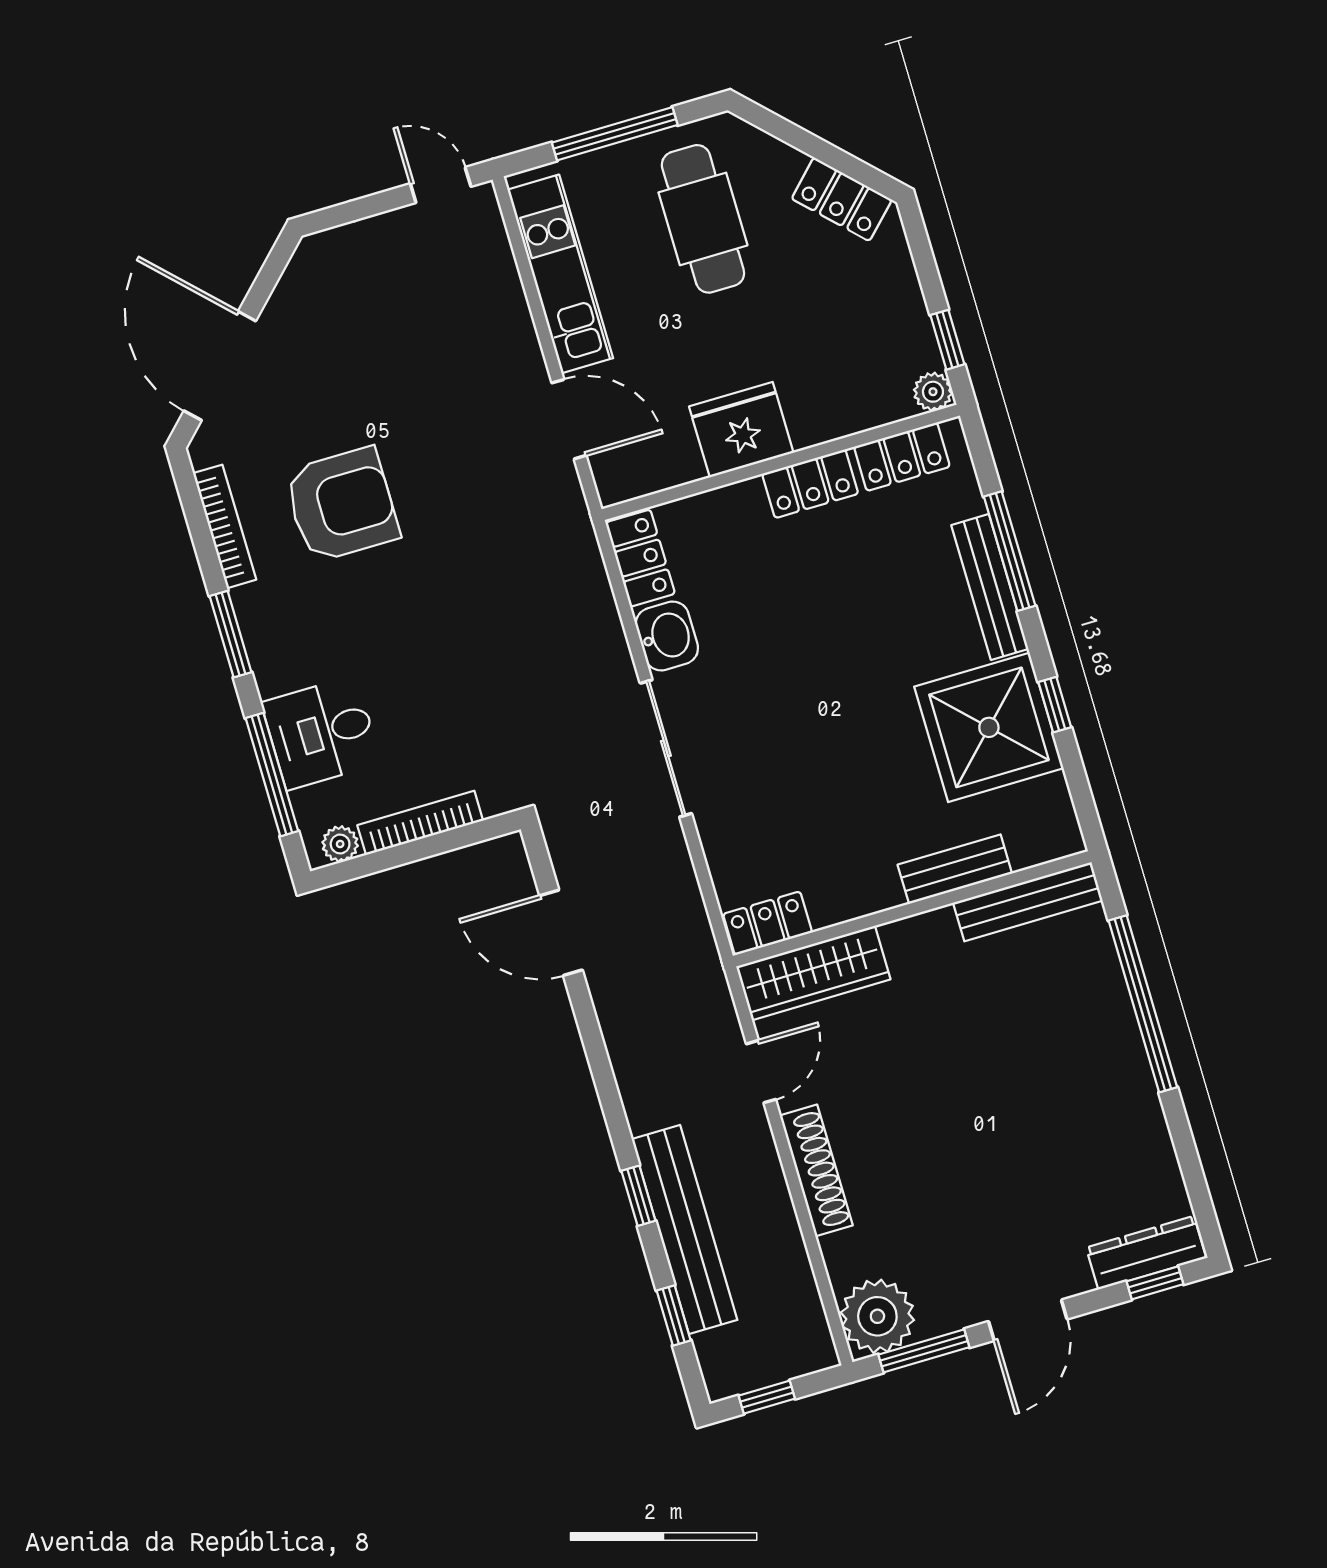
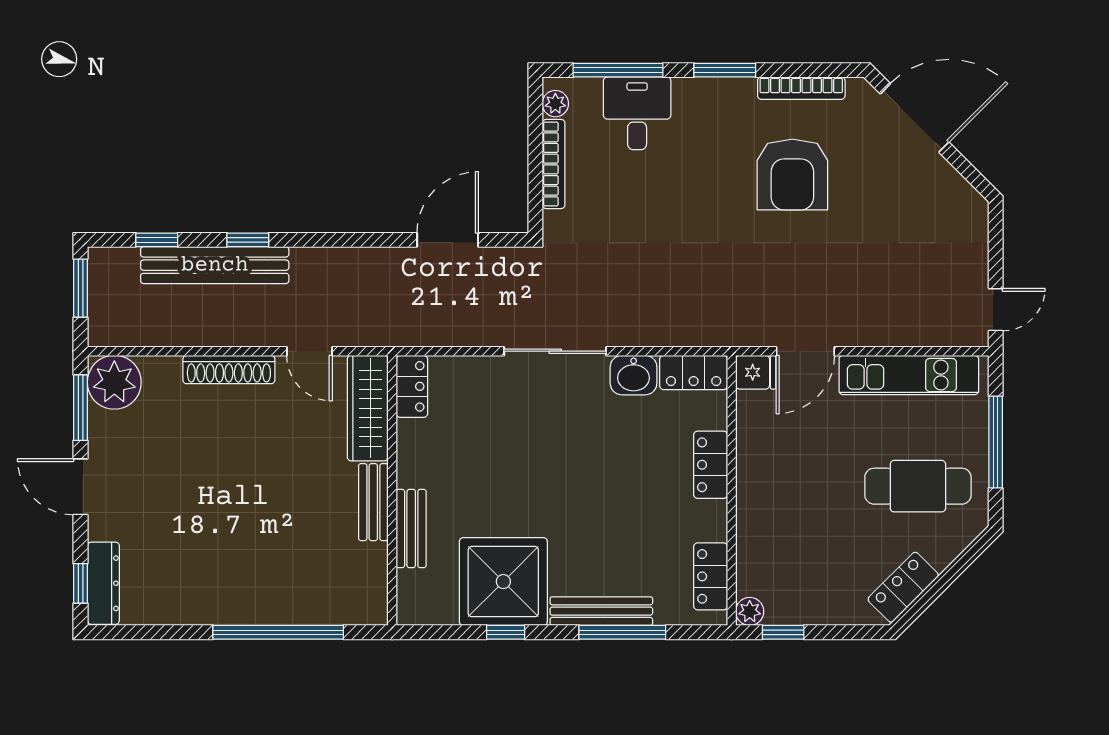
fridge: (741, 430) -> (756, 372), moved, width x0.53, depth x0.75
locker: (810, 484) -> (711, 465), moved
bench: (1028, 902) -> (373, 502), moved, width x0.73
window: (767, 1397) -> (81, 288), width x1.50

